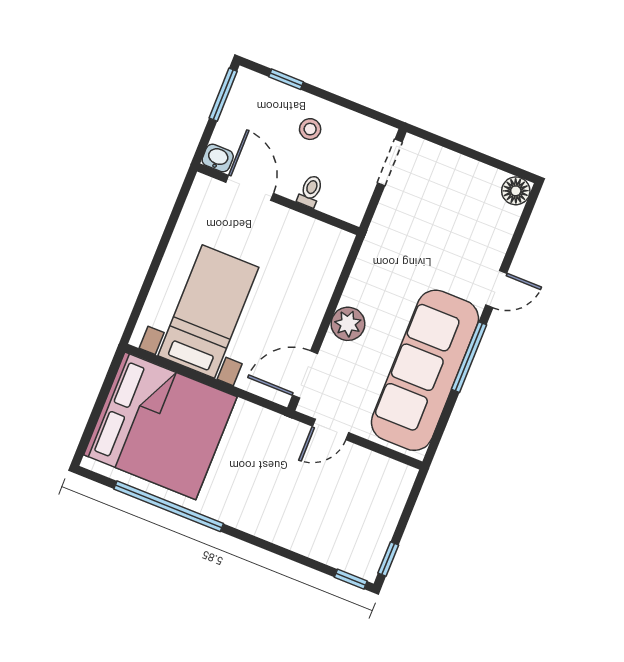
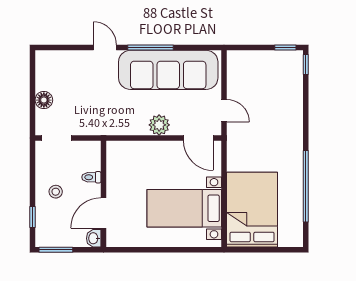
floor lamp: (516, 191) -> (44, 100), moved
bed: (160, 426) -> (252, 210), width x0.73

